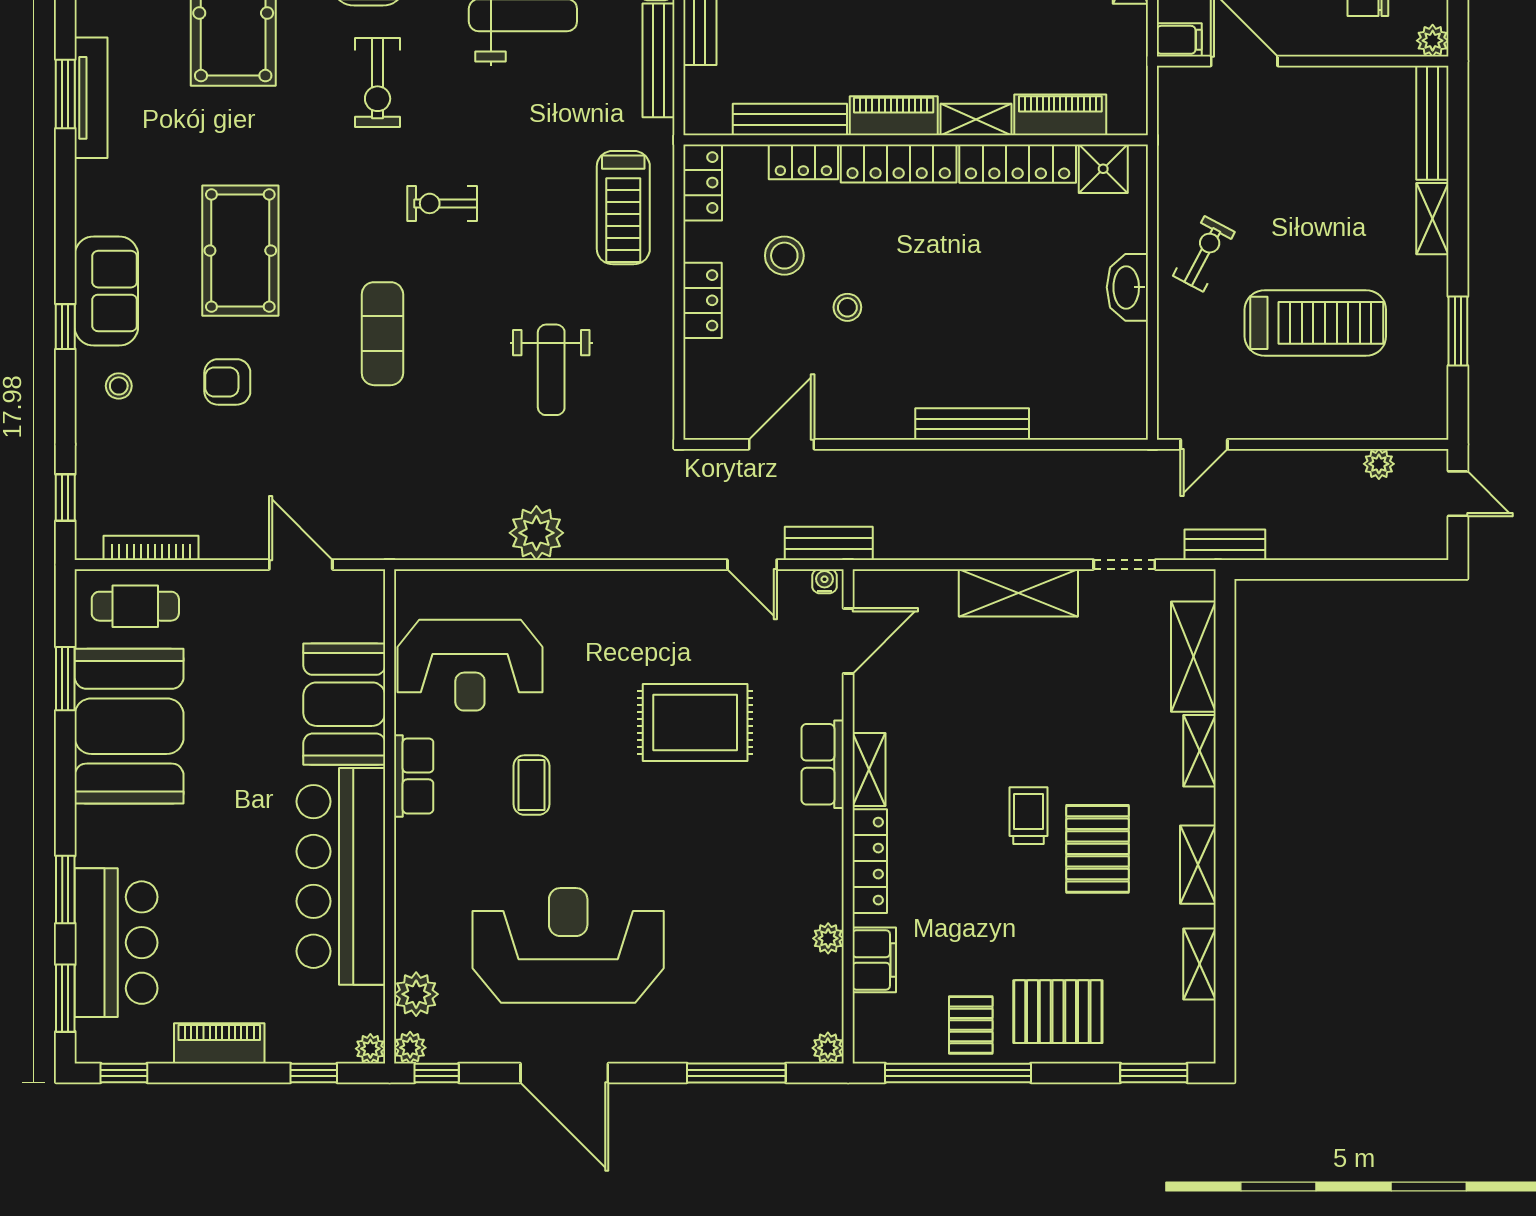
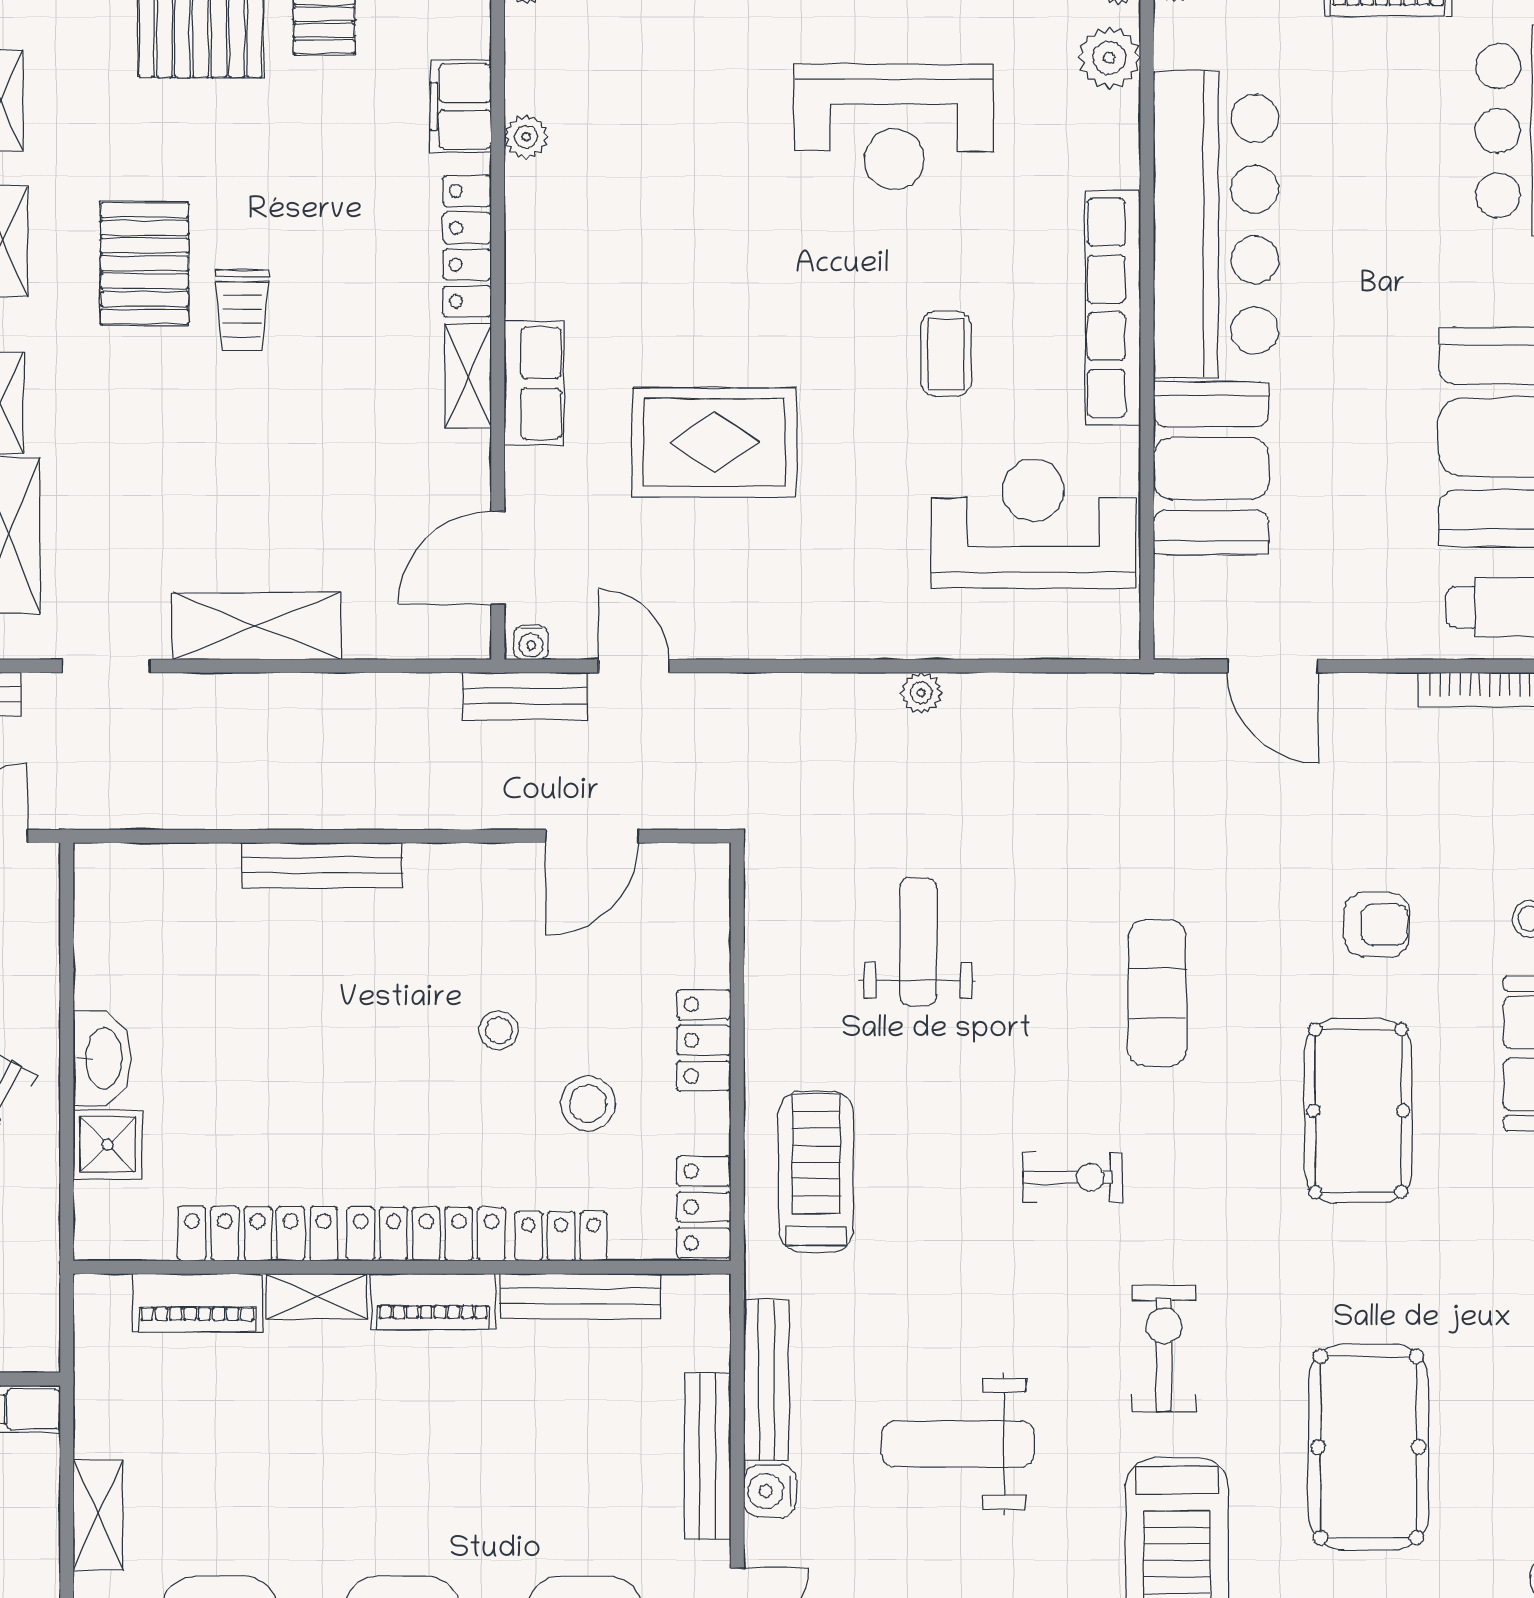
shower: (1103, 169) -> (108, 1145), moved
plant: (536, 533) -> (921, 693), width x0.53, depth x0.53
row of seats: (414, 776) -> (1113, 308), width x2.02
reception desk: (568, 945) -> (894, 127), width x0.74, depth x0.77

